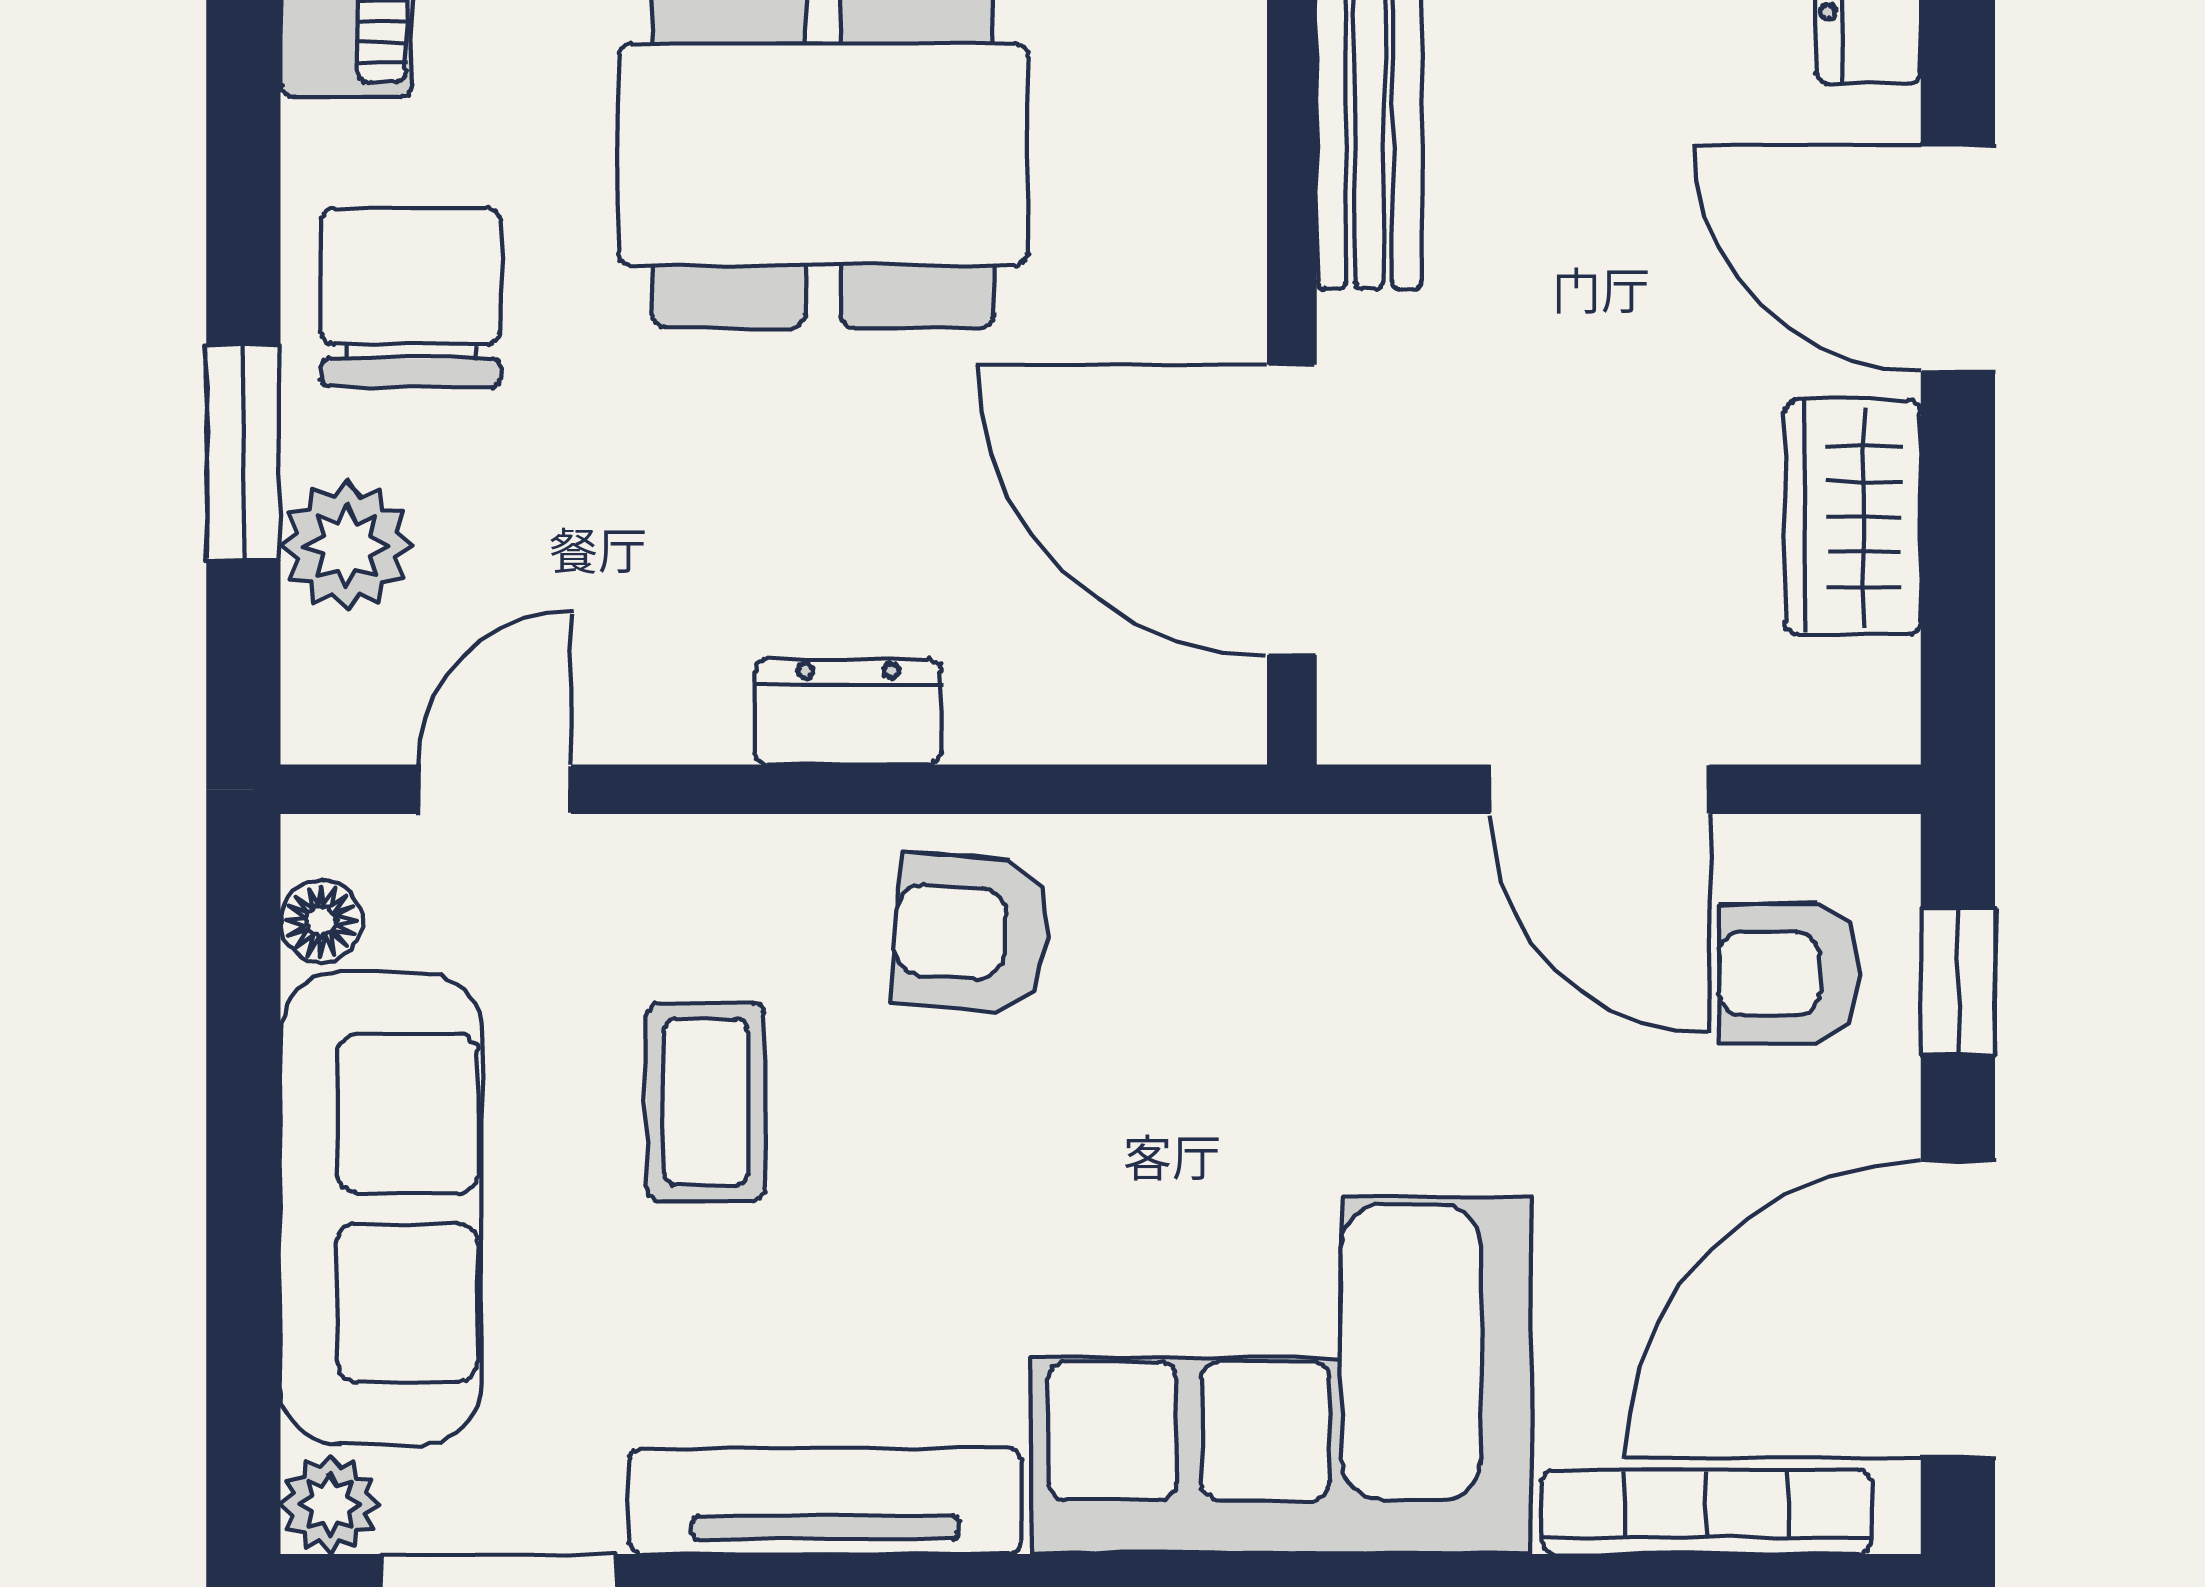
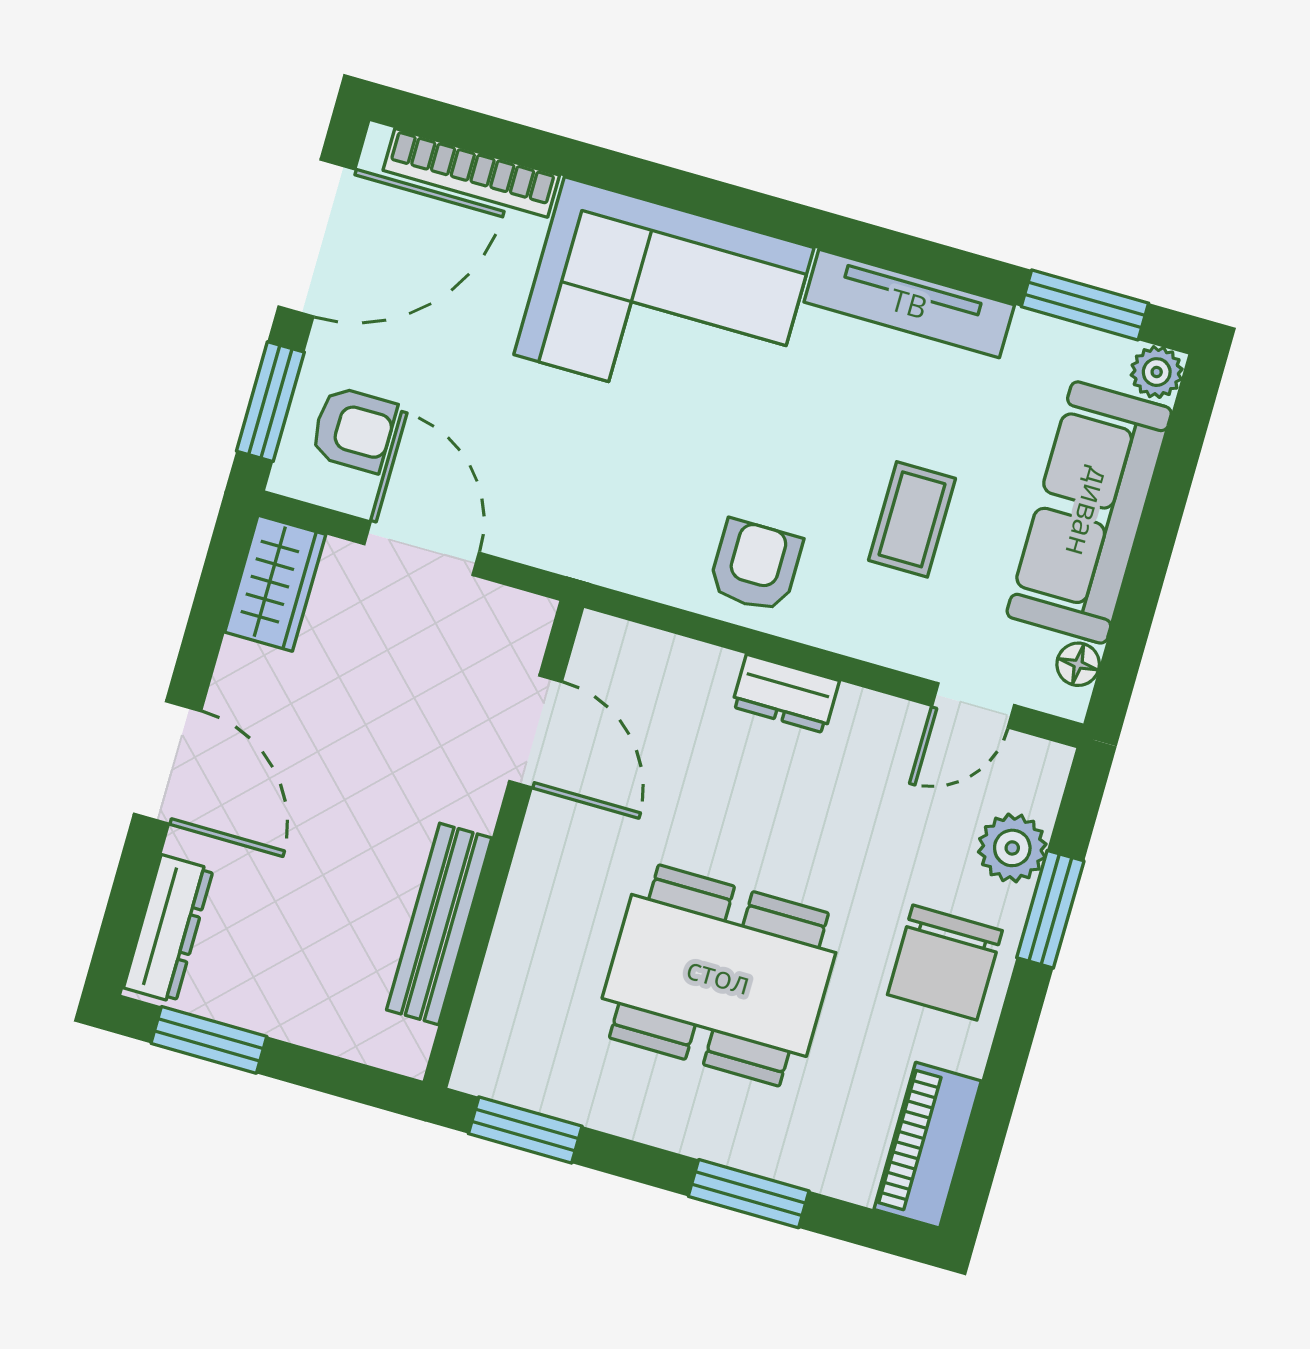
door: (1292, 510) -> (536, 731), width x0.73
wardrobe: (1853, 517) -> (275, 583), moved
armchair: (972, 933) -> (755, 566), turned -95
window: (1958, 982) -> (270, 402), width x1.50

